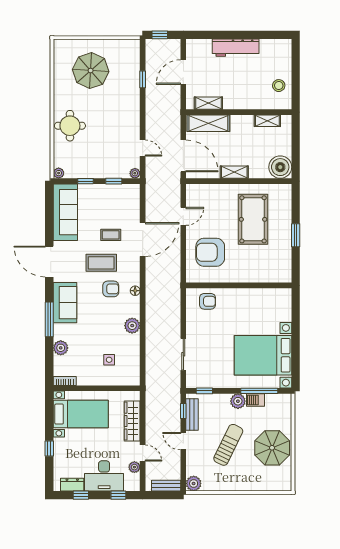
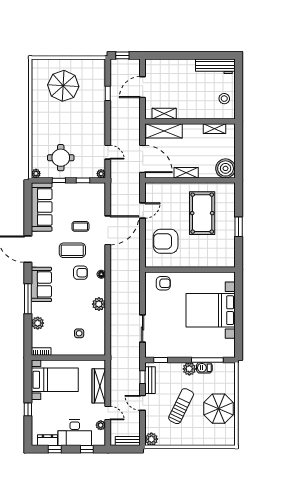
workbench: (236, 48) -> (215, 66), moved
round table: (70, 126) -> (61, 158), moved
bed with nightstands: (263, 355) -> (211, 310), moved

